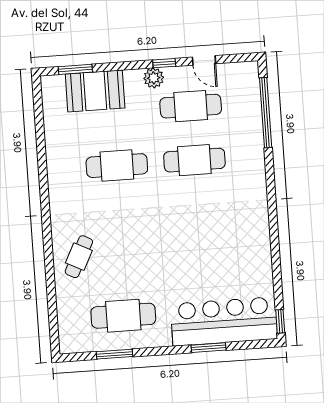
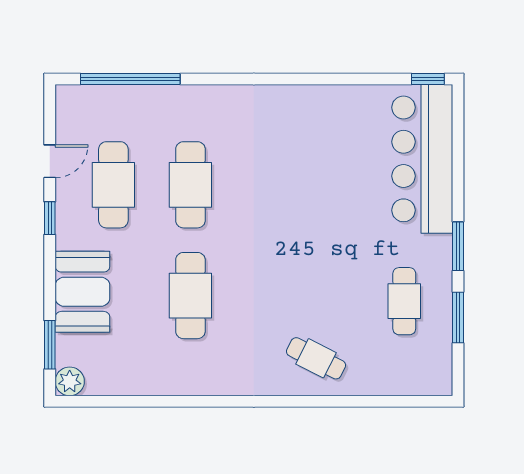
plant: (154, 78) -> (70, 381), moved
booth: (95, 91) -> (82, 292), moved
cafe table: (123, 316) -> (404, 301), width x0.73, depth x0.74
window: (209, 348) -> (458, 246), moved

